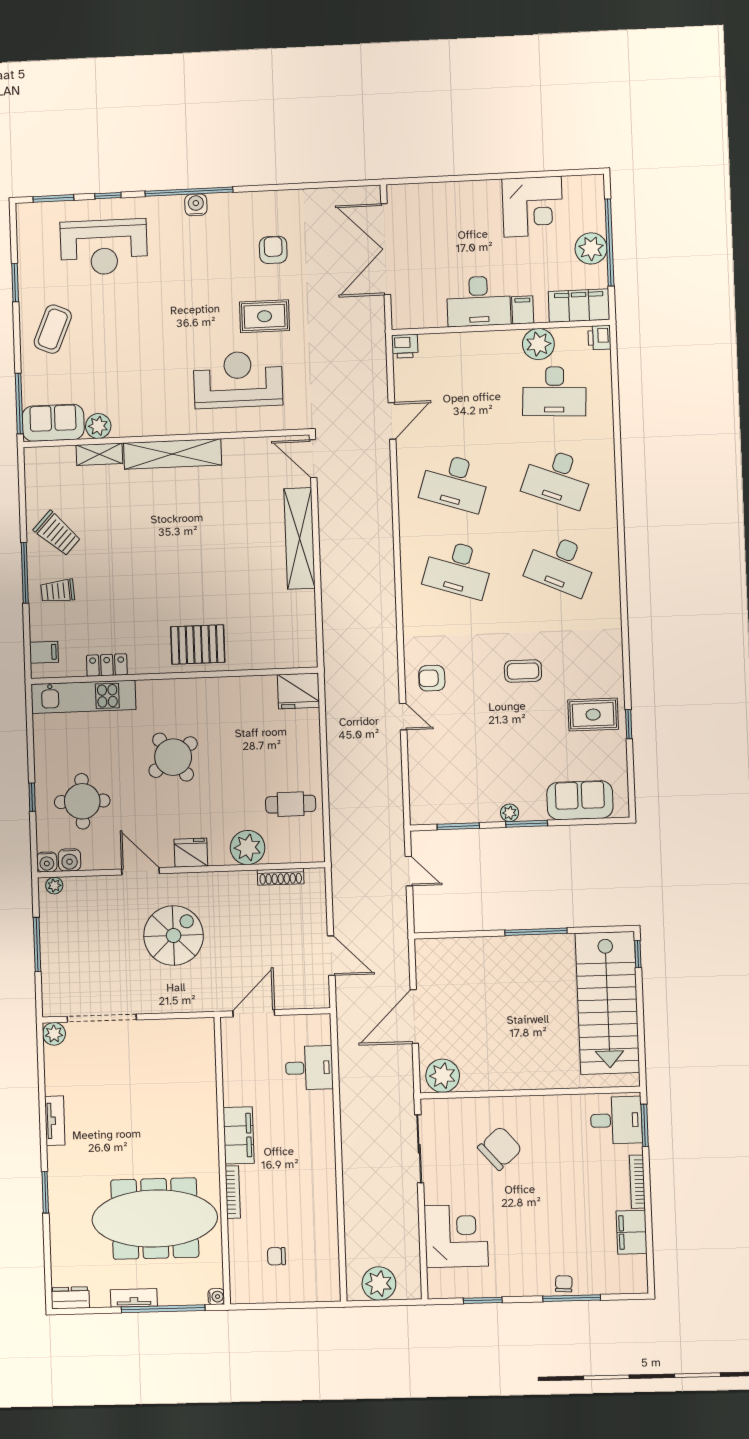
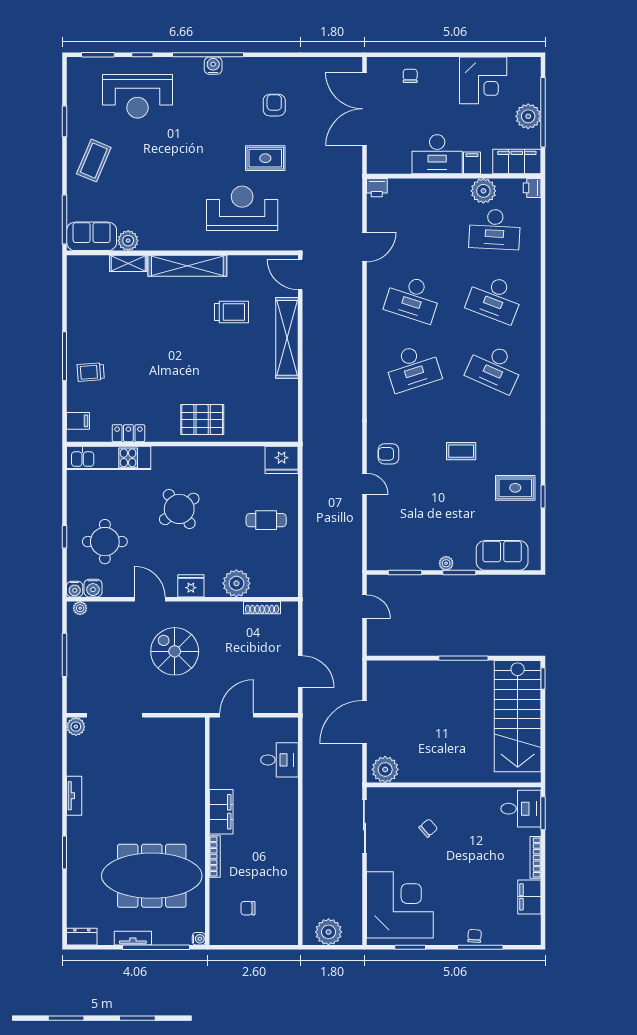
chair: (441, 205) -> (410, 76), added
trolley: (57, 533) -> (231, 312), moved, turned -43
desk: (458, 569) -> (413, 368), turned -36
cafe table: (291, 804) -> (266, 520), moved
spiral stairs: (174, 936) -> (175, 651), turned -90
chair: (500, 1148) -> (428, 828), width x0.54, depth x0.54
corner desk: (456, 1236) -> (400, 905), width x1.36, depth x1.36

